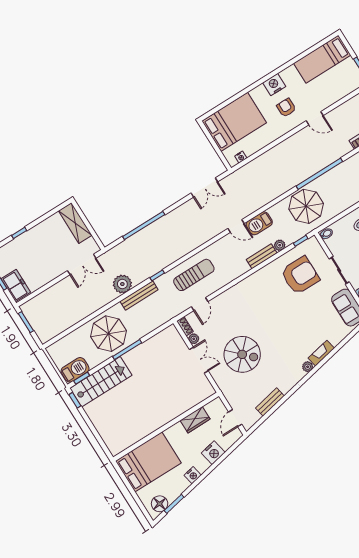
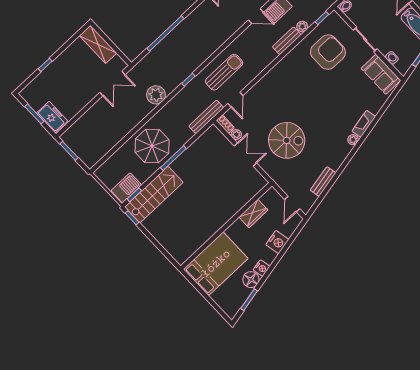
bench: (139, 295) -> (206, 117), moved
floor lamp: (160, 504) -> (251, 280), moved

